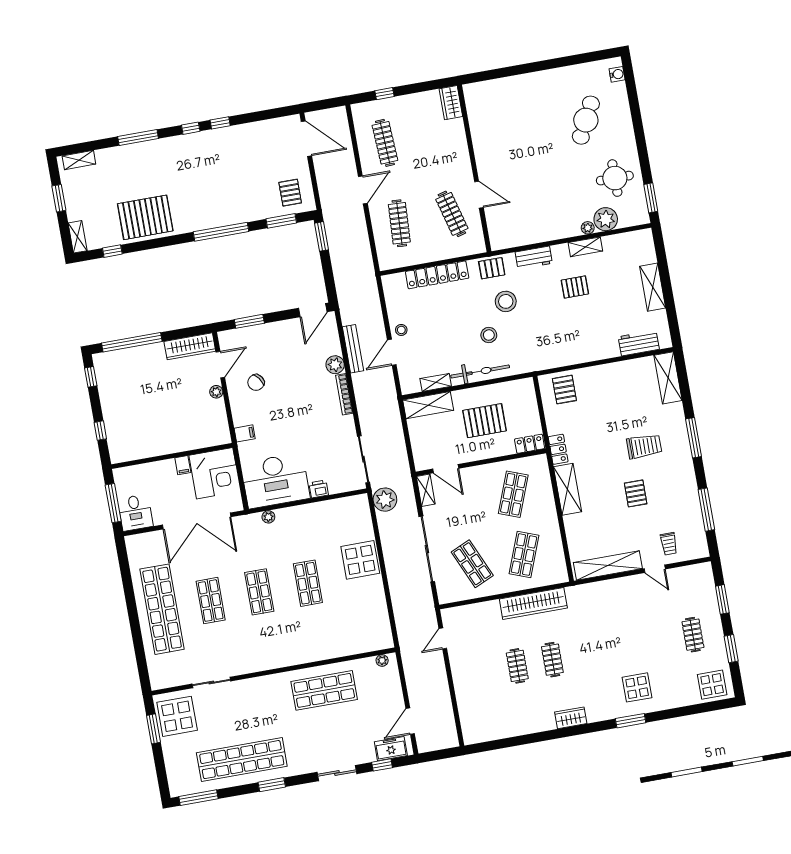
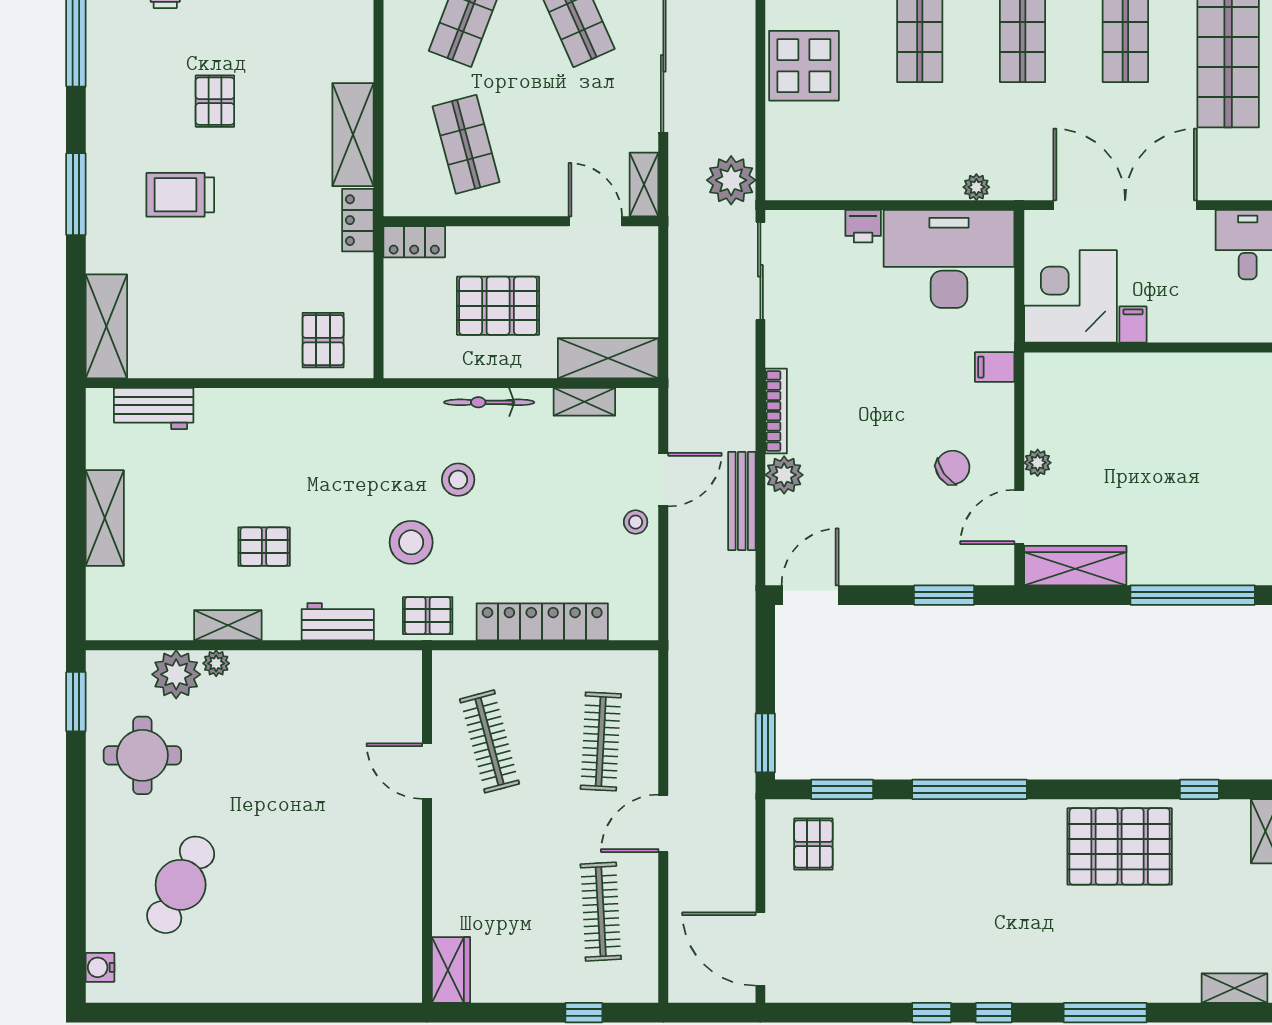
bicycle: (480, 371) -> (489, 402), width x0.73, depth x0.71
shop shelf: (513, 494) -> (466, 144), turned -36

